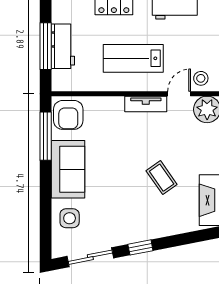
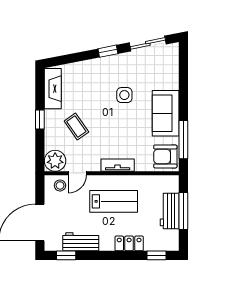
tv unit: (146, 104) -> (118, 165), moved
armchair: (68, 115) -> (165, 156), turned -90
coffee table: (162, 178) -> (76, 127), moved
side table: (70, 218) -> (124, 95), moved

